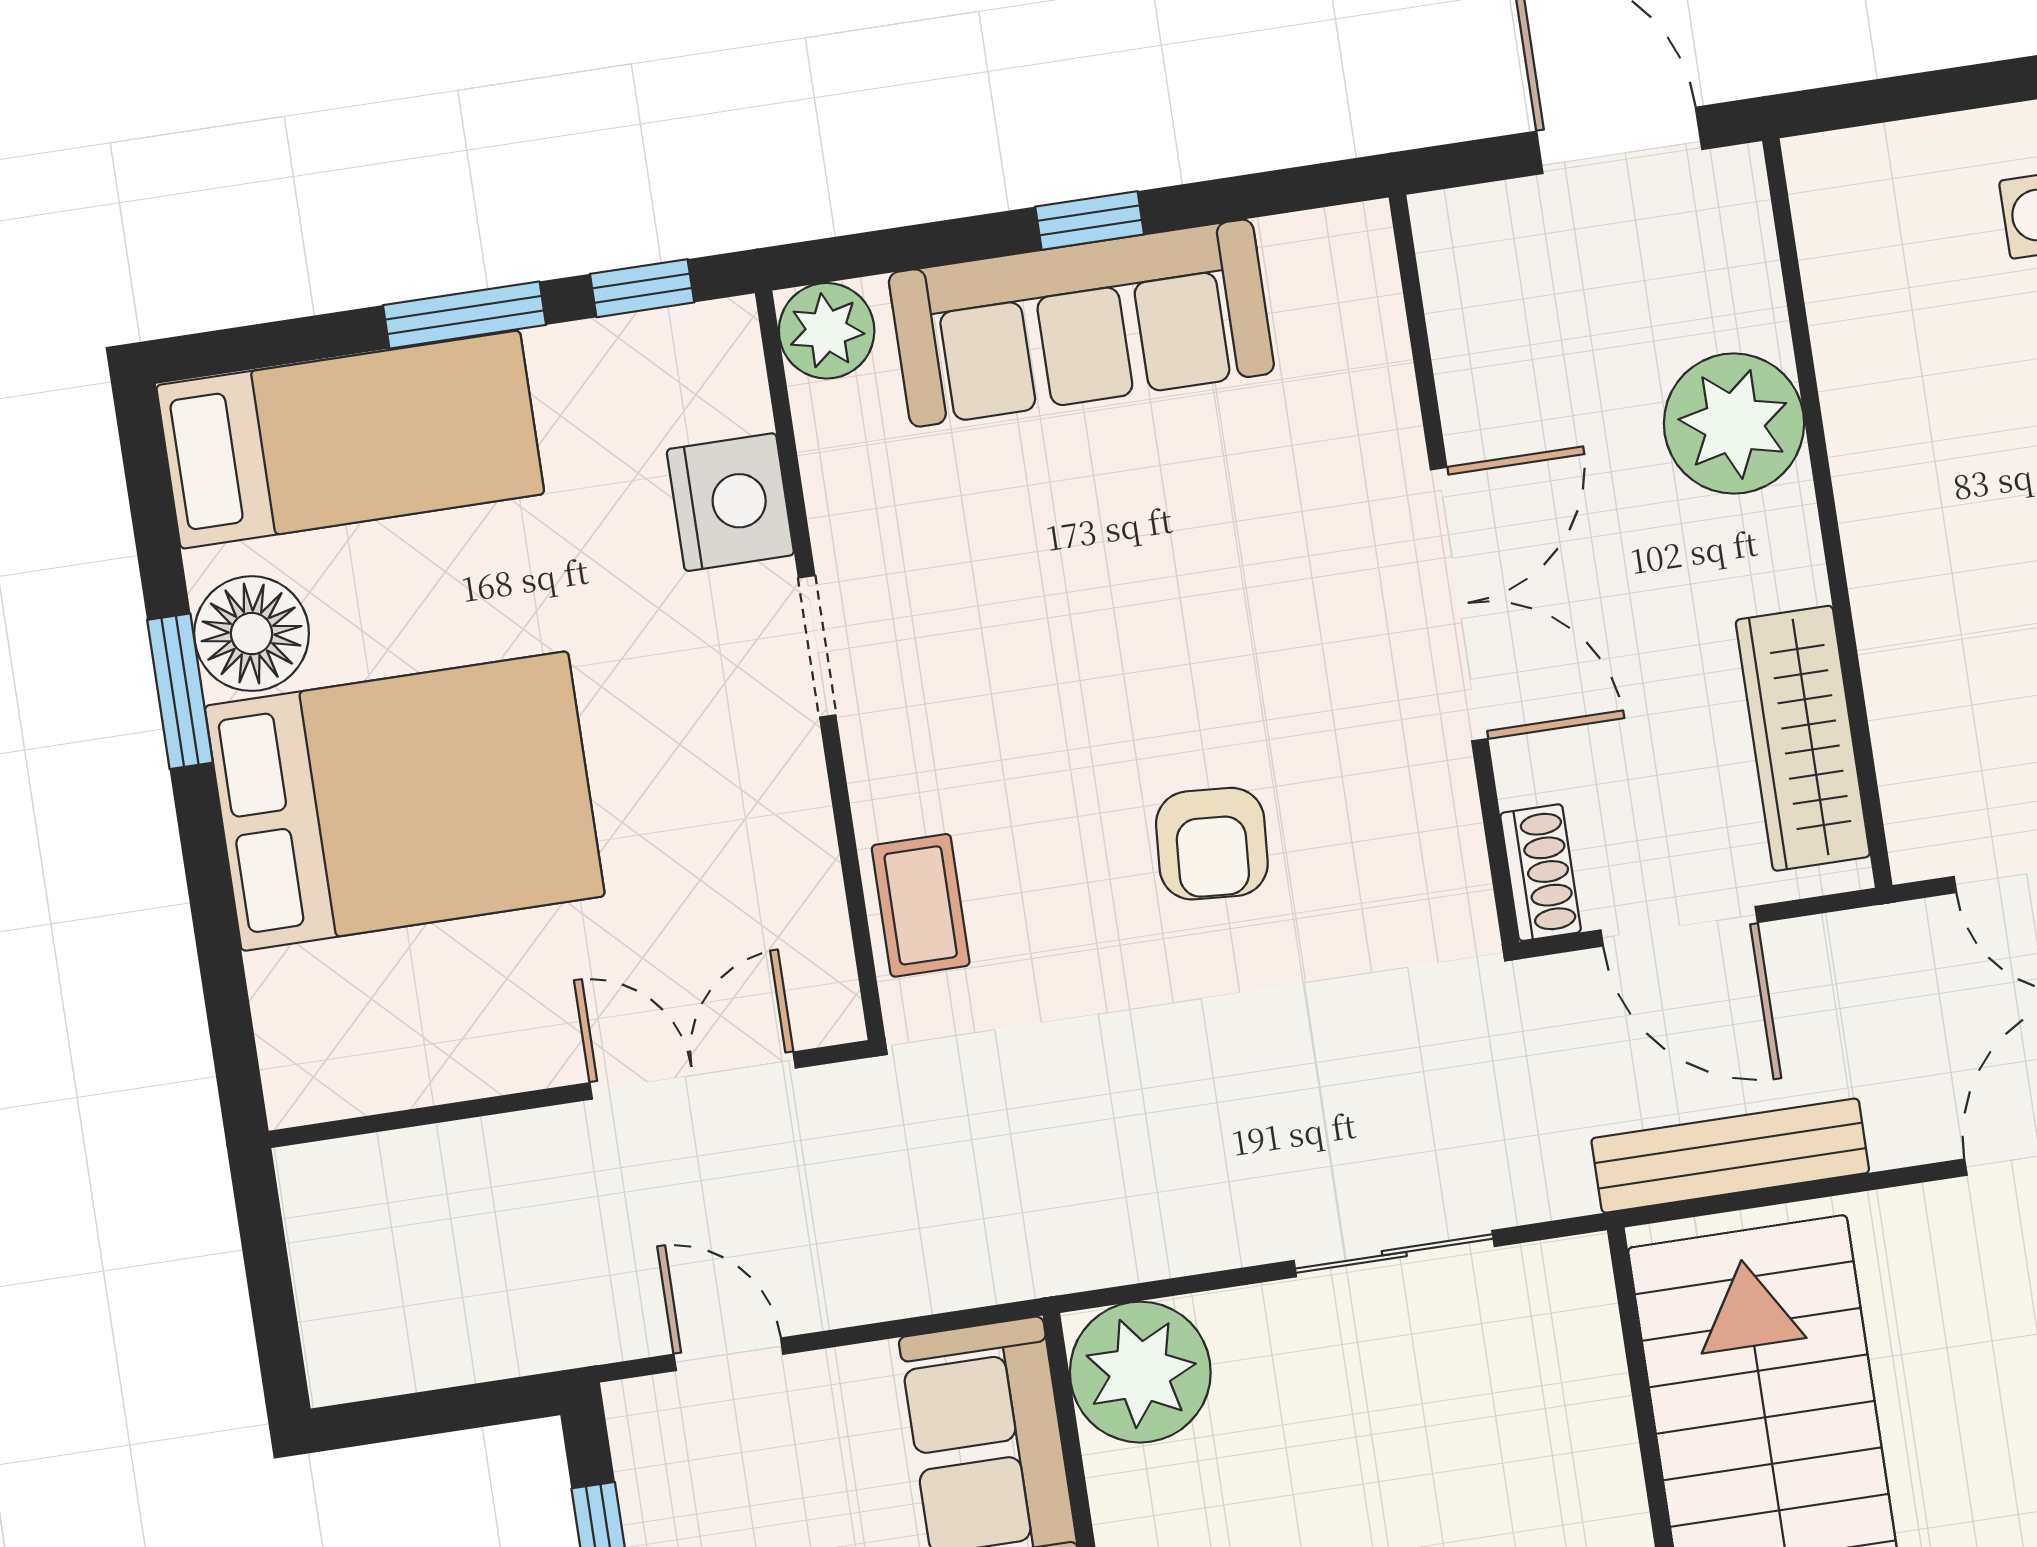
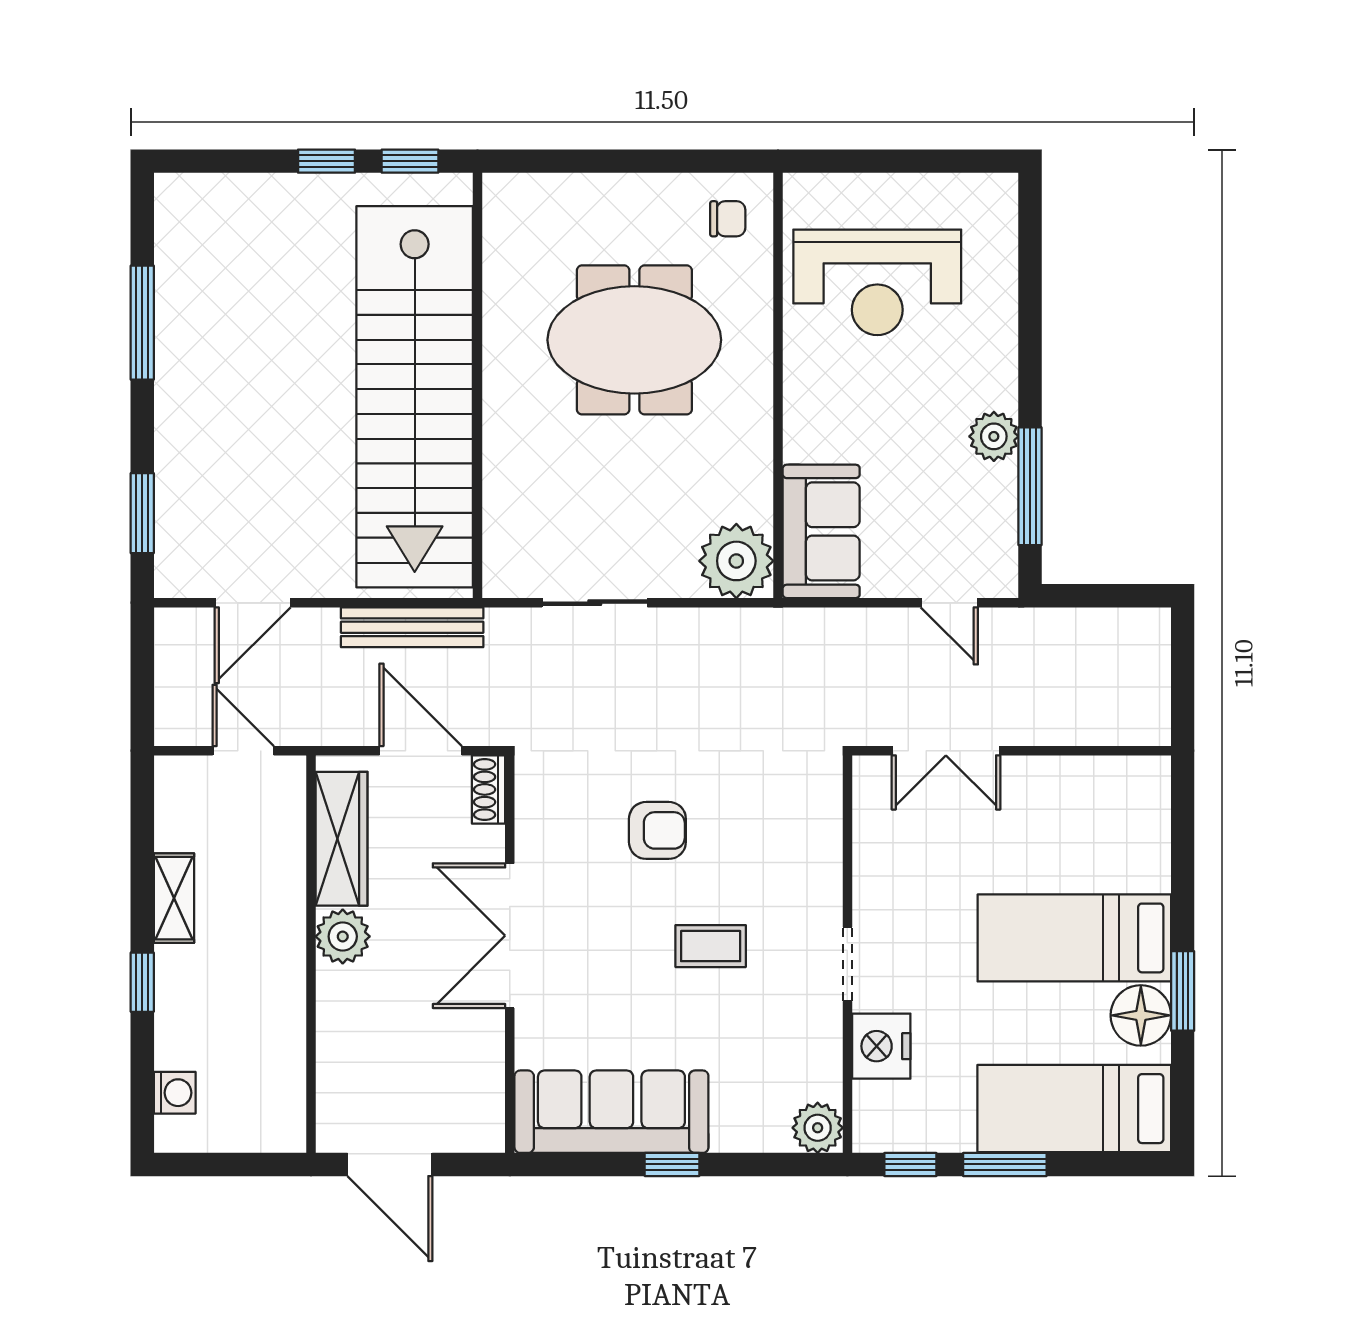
sofa: (1081, 323) -> (611, 1112), moved
plant: (1734, 424) -> (343, 936), moved, width x0.73, depth x0.73
bed: (405, 801) -> (1074, 938), width x0.67
armchair: (1212, 844) -> (657, 830), turned 86
coffee table: (921, 905) -> (711, 946), moved, turned 90

